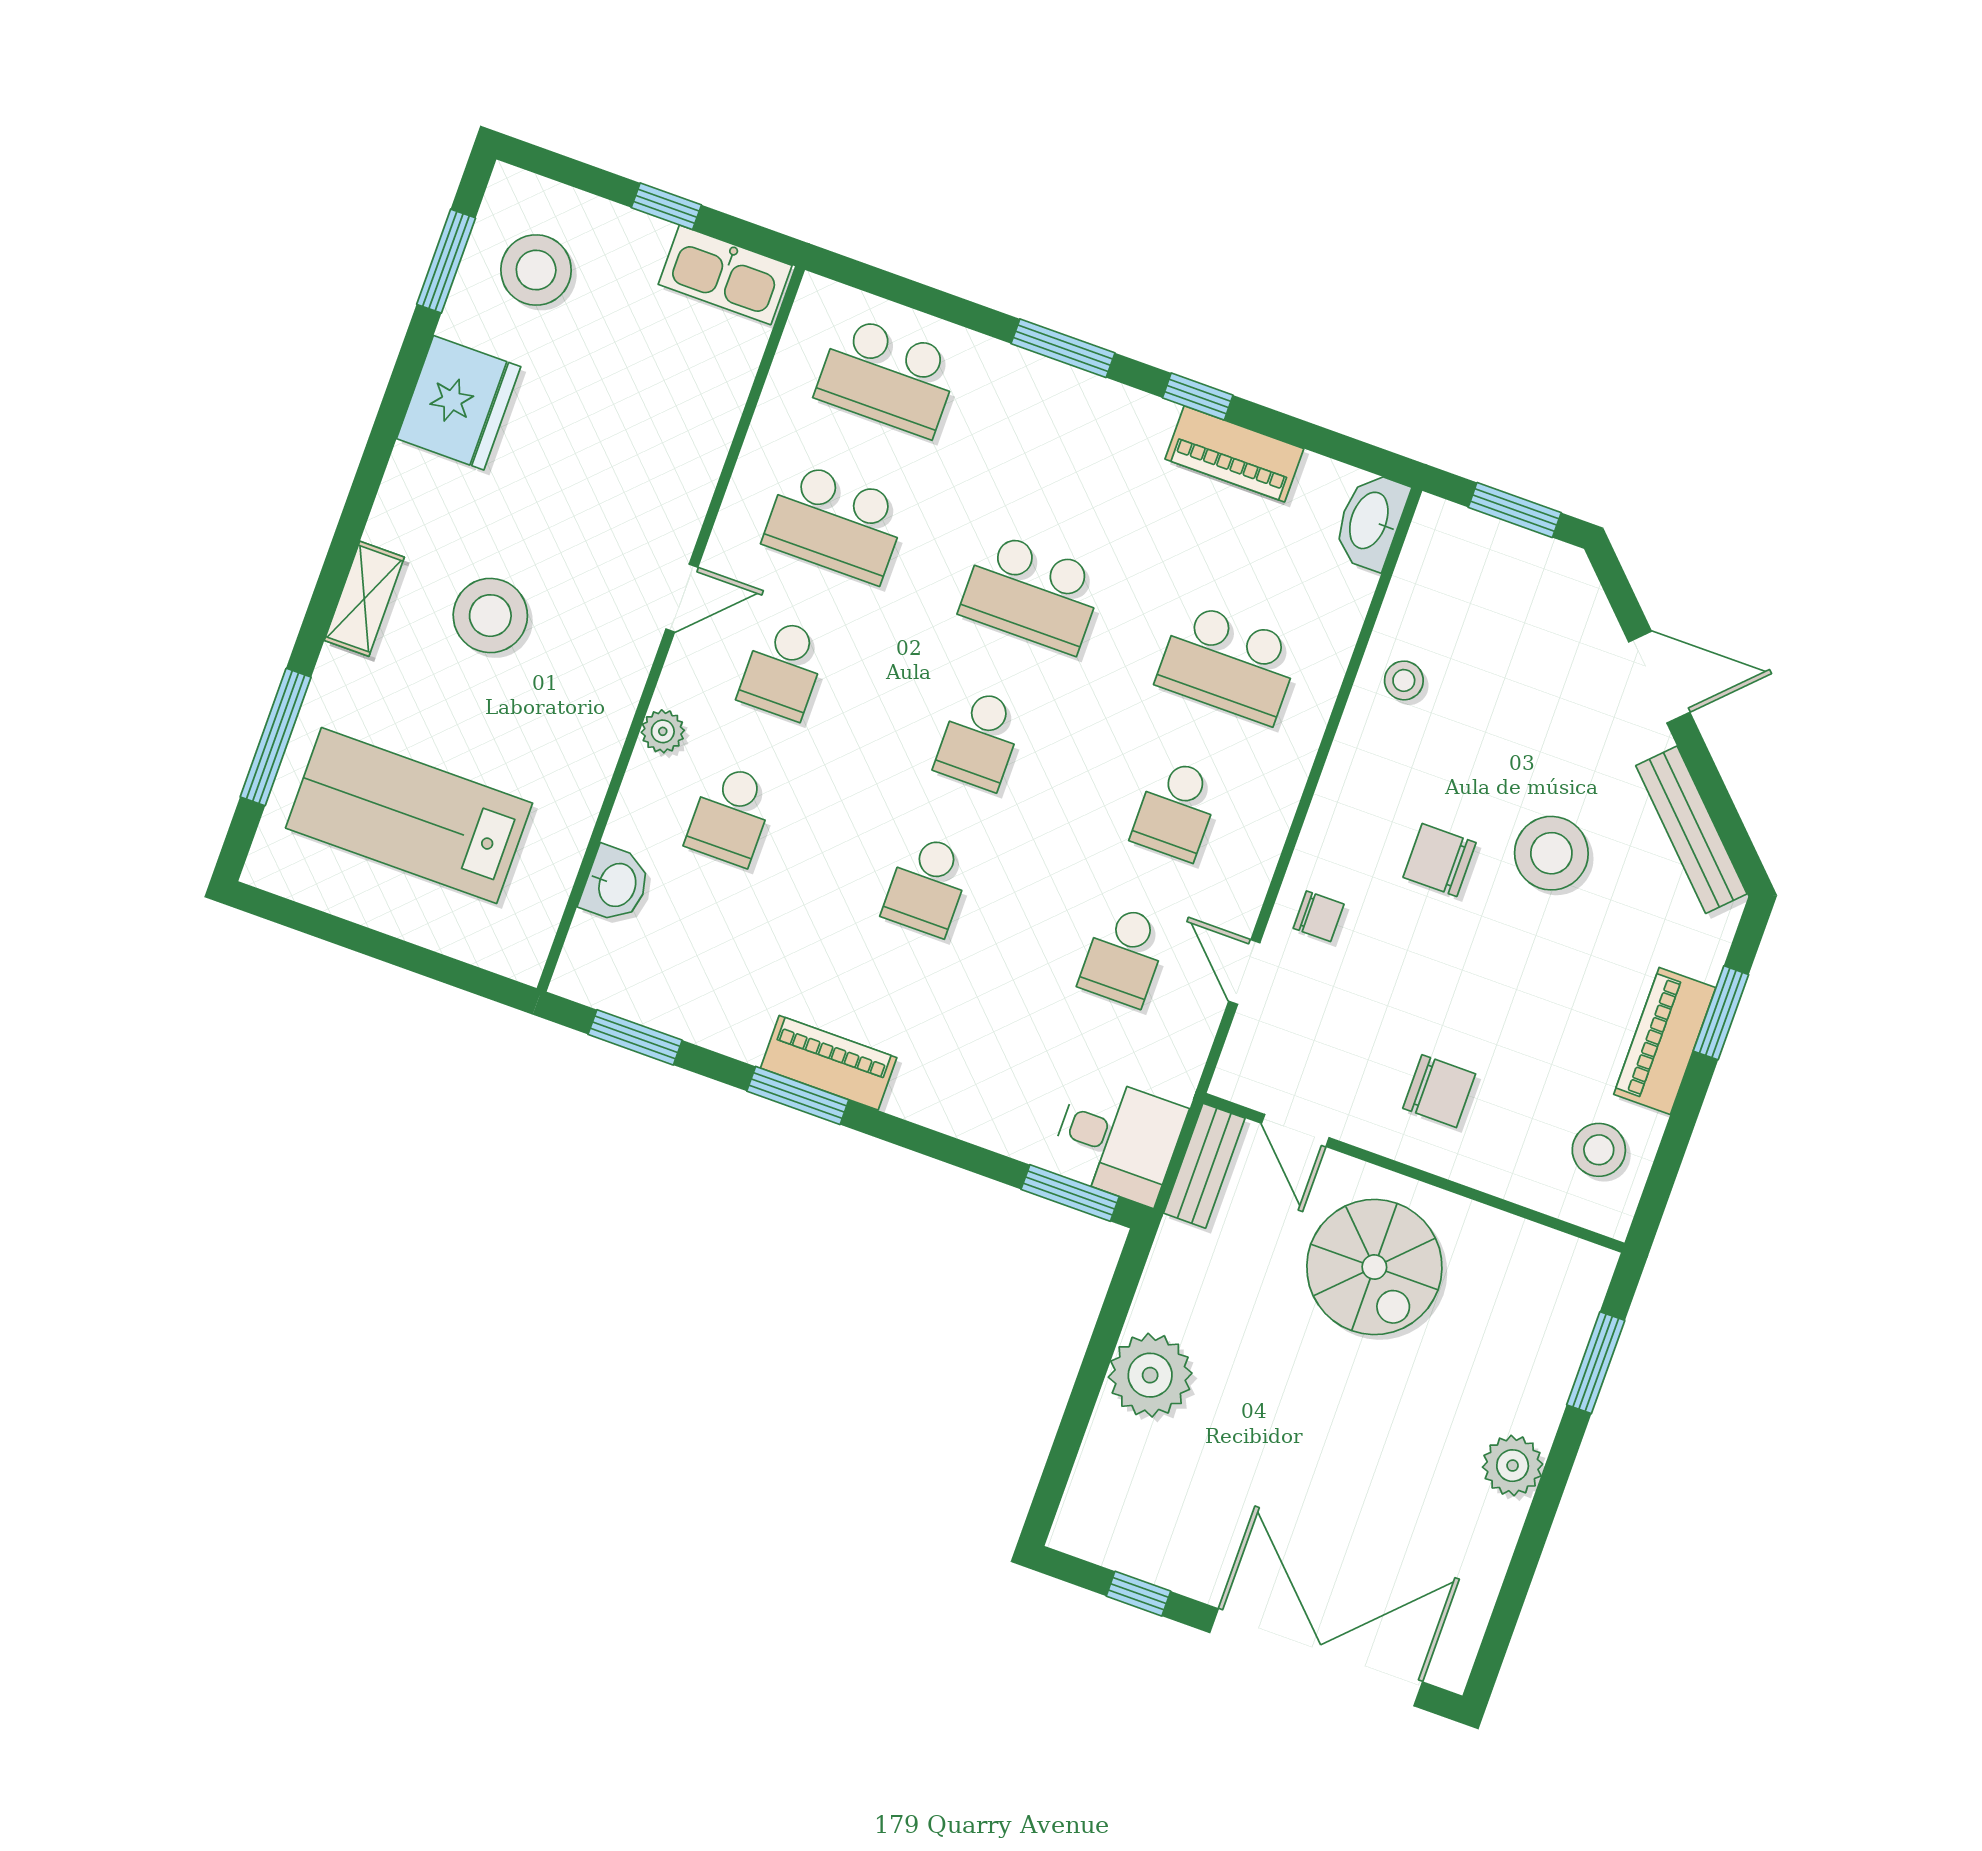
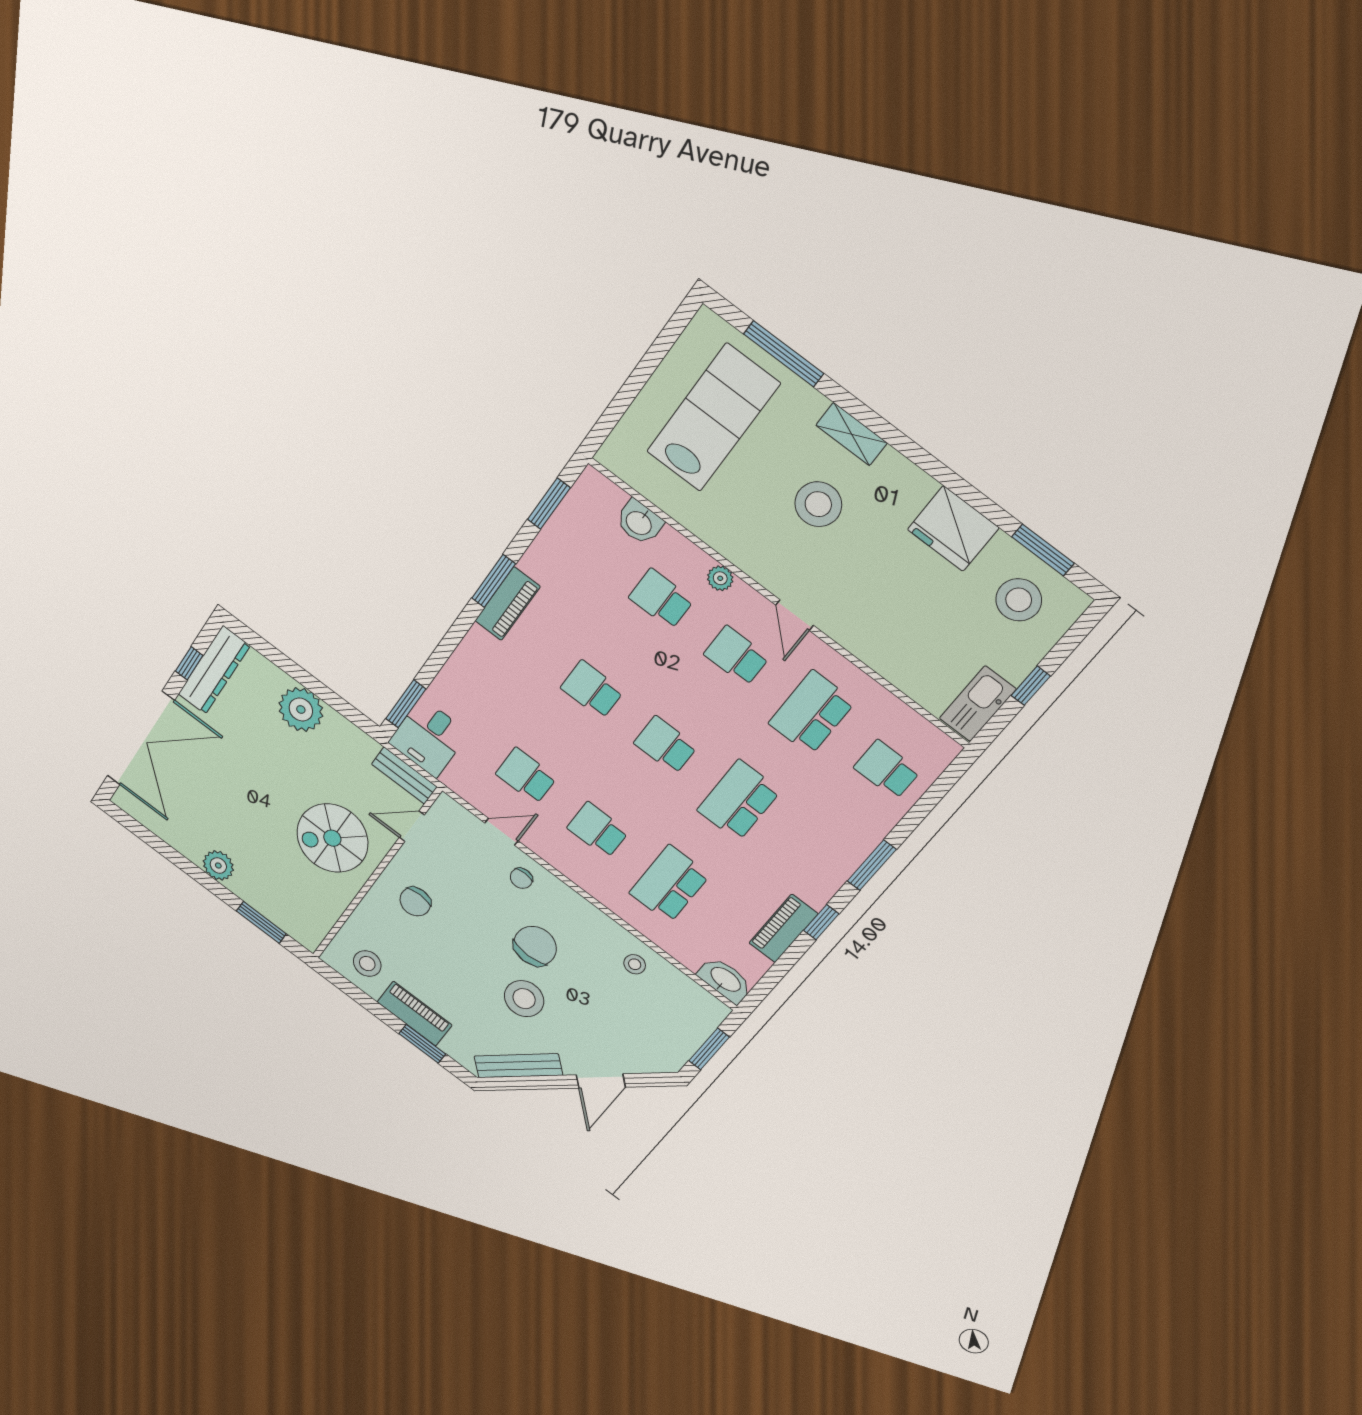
school desk: (887, 377) -> (887, 770), width x0.54
chair: (1440, 860) -> (535, 946), width x1.37, depth x1.37
dresser: (1134, 1546) -> (214, 670), added

